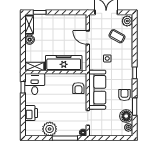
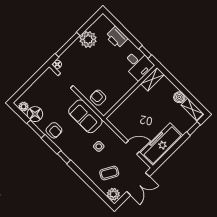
freezer: (64, 63) -> (162, 144), moved, turned 180
sofa: (97, 90) -> (85, 116), width x0.73

